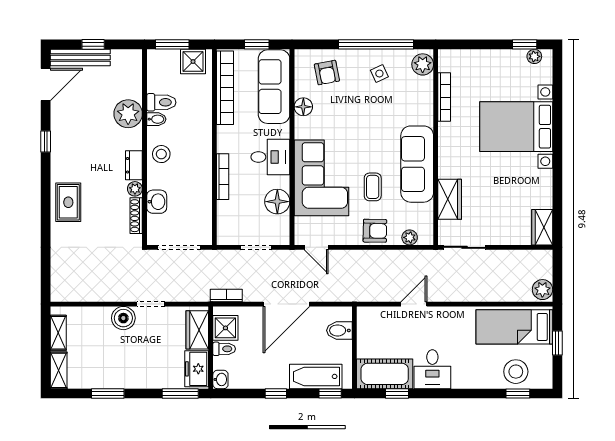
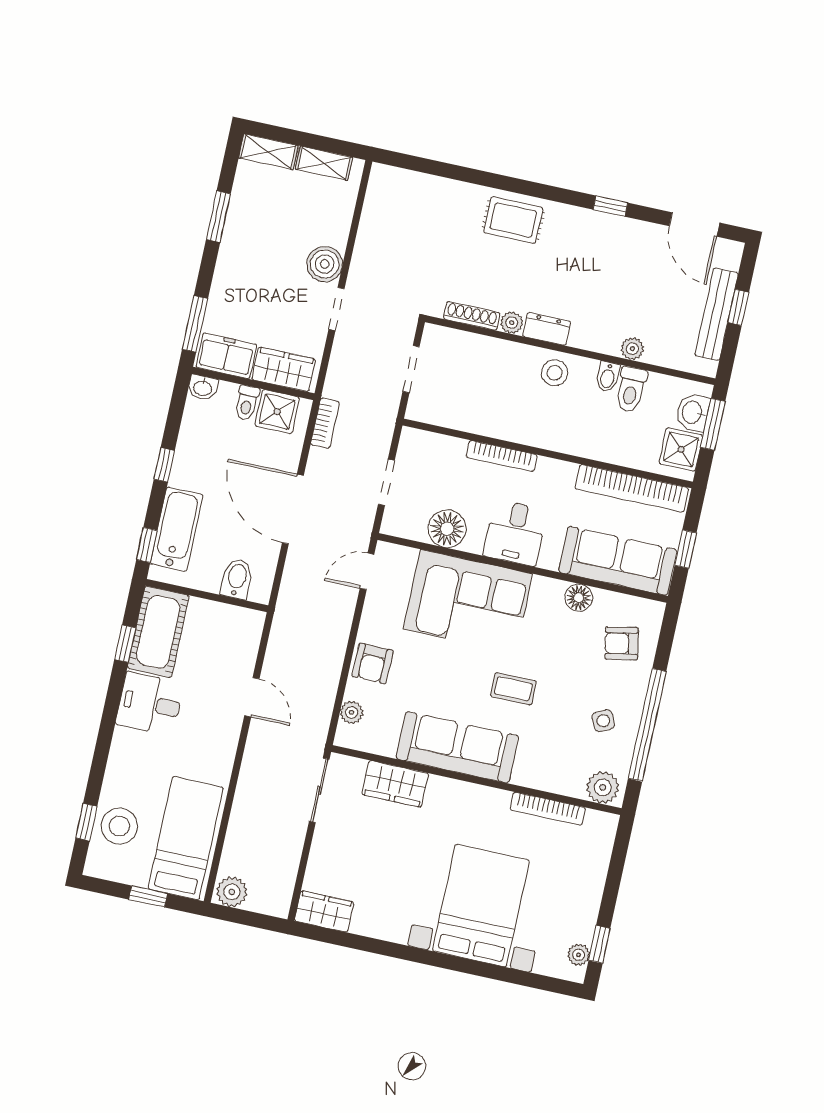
bench: (80, 58) -> (717, 314), moved
plant: (128, 114) -> (632, 349), width x0.53, depth x0.53
coffee table: (373, 187) -> (513, 689), moved
washbasin: (157, 202) -> (693, 412), moved, turned 90
doorway: (179, 247) -> (411, 369), width x0.73

